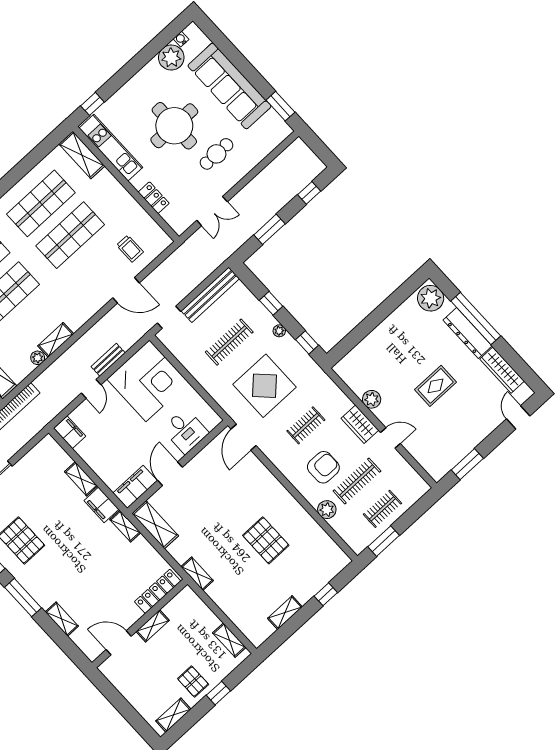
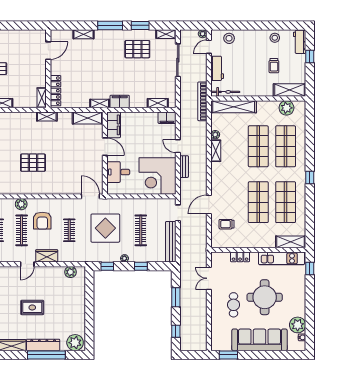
rug: (436, 386) -> (32, 307), turned 90
plant: (372, 399) -> (70, 272), moved
shelving: (81, 479) -> (158, 103), moved
shelving: (153, 626) -> (42, 98), moved

